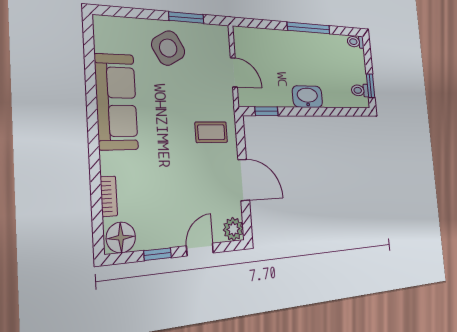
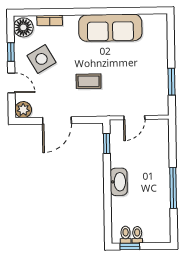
toilet: (356, 42) -> (137, 235), moved
side table: (168, 48) -> (41, 59), moved
coffee table: (211, 132) -> (89, 81), moved, turned 90

